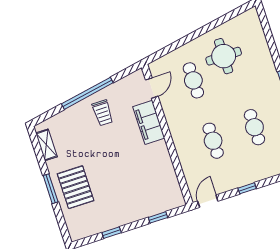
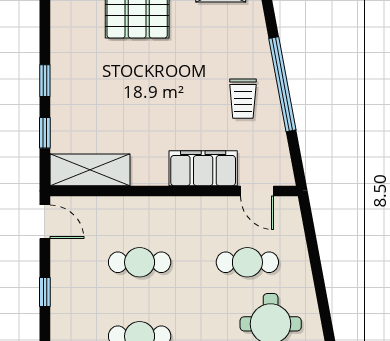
trolley: (103, 113) -> (243, 99), turned -90
shelving: (170, 185) -> (90, 170), added
window: (112, 233) -> (45, 81), moved

